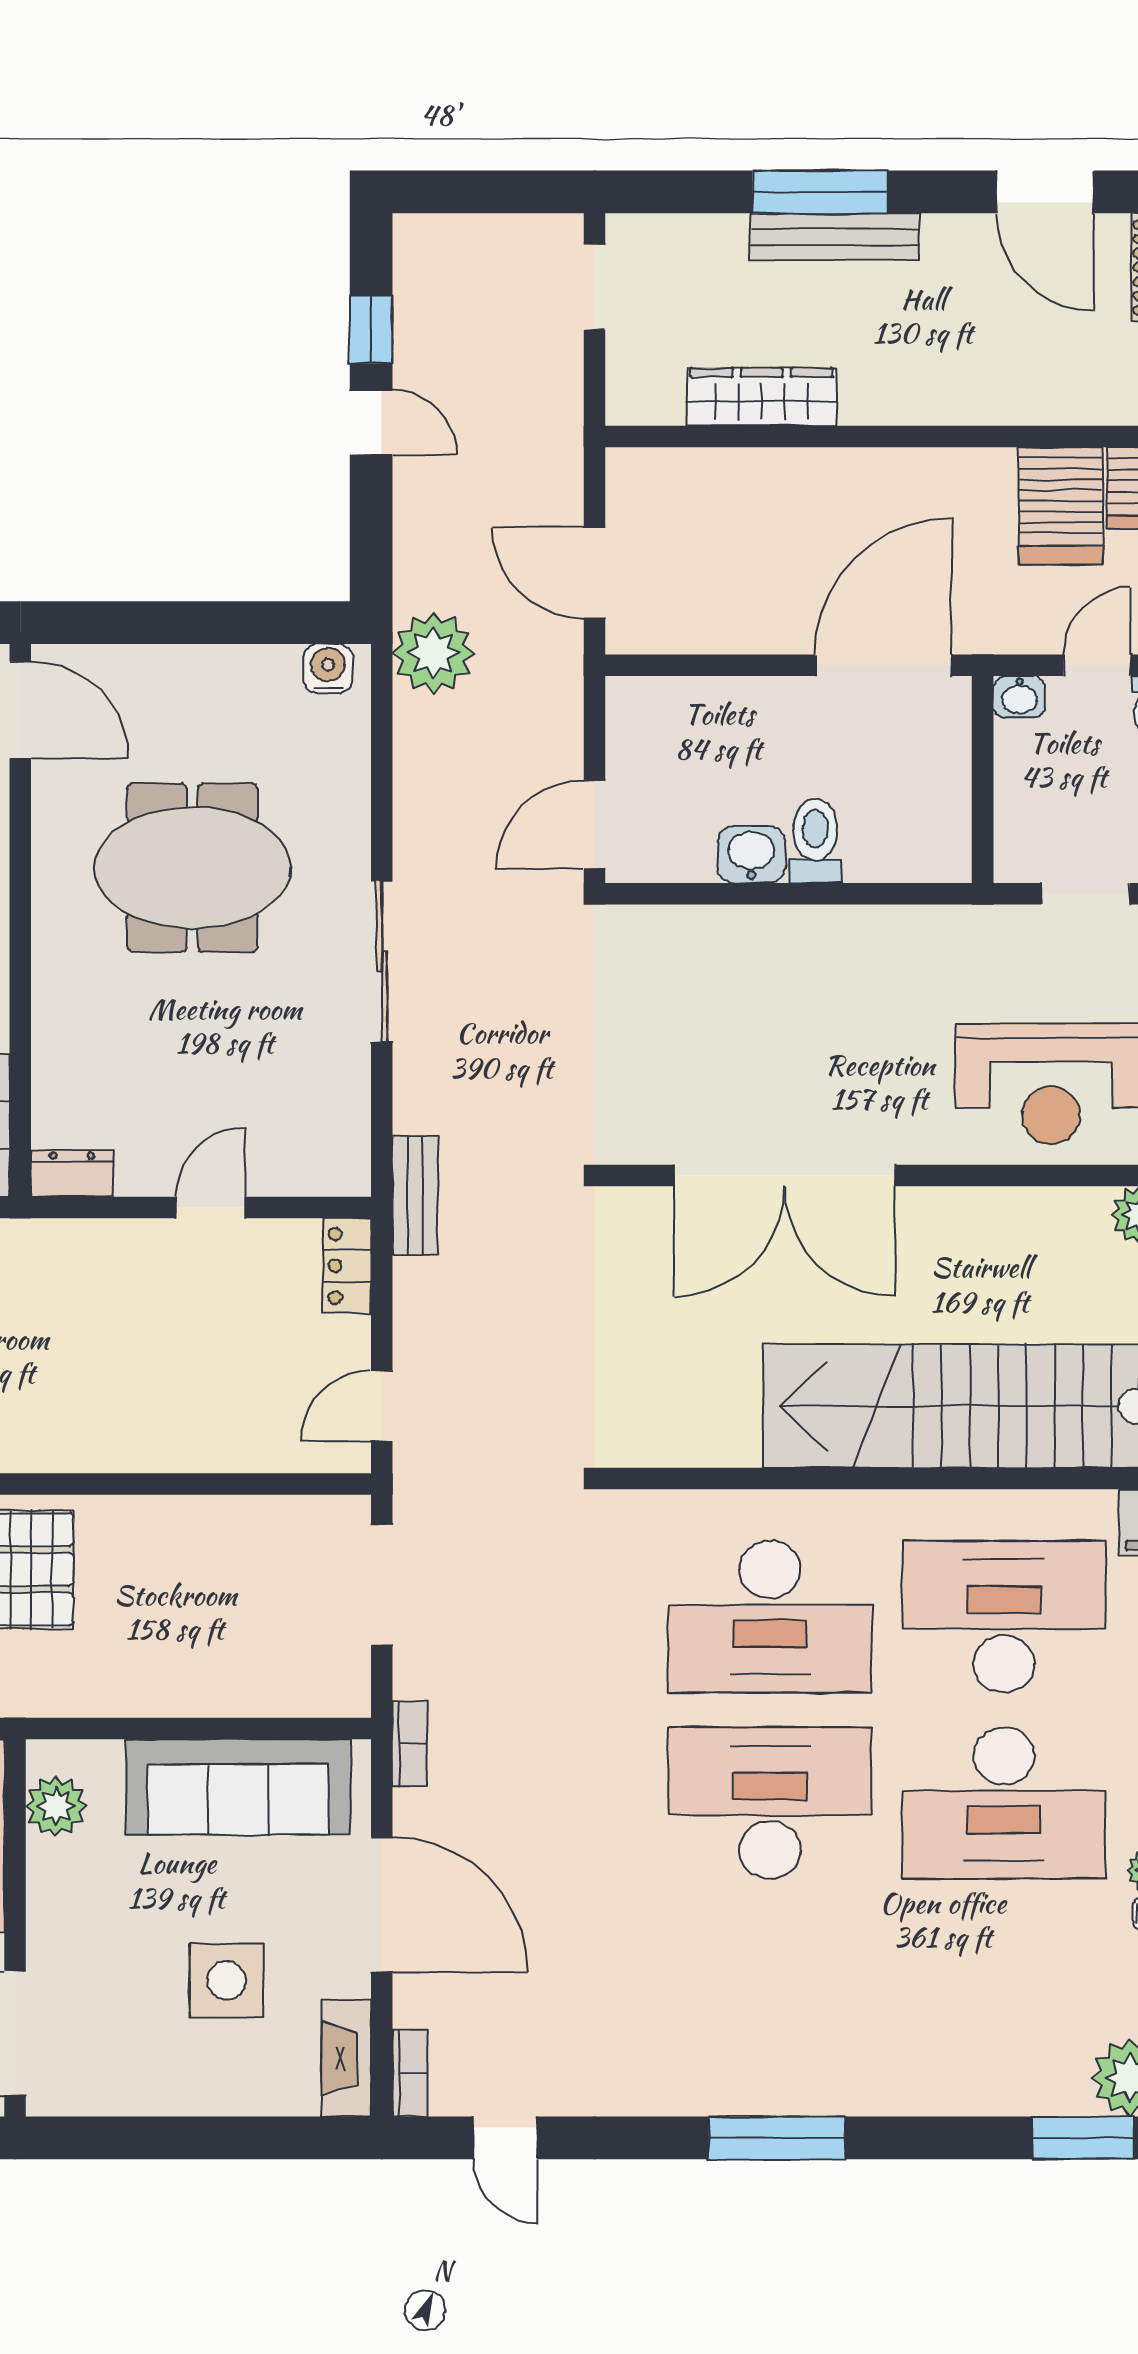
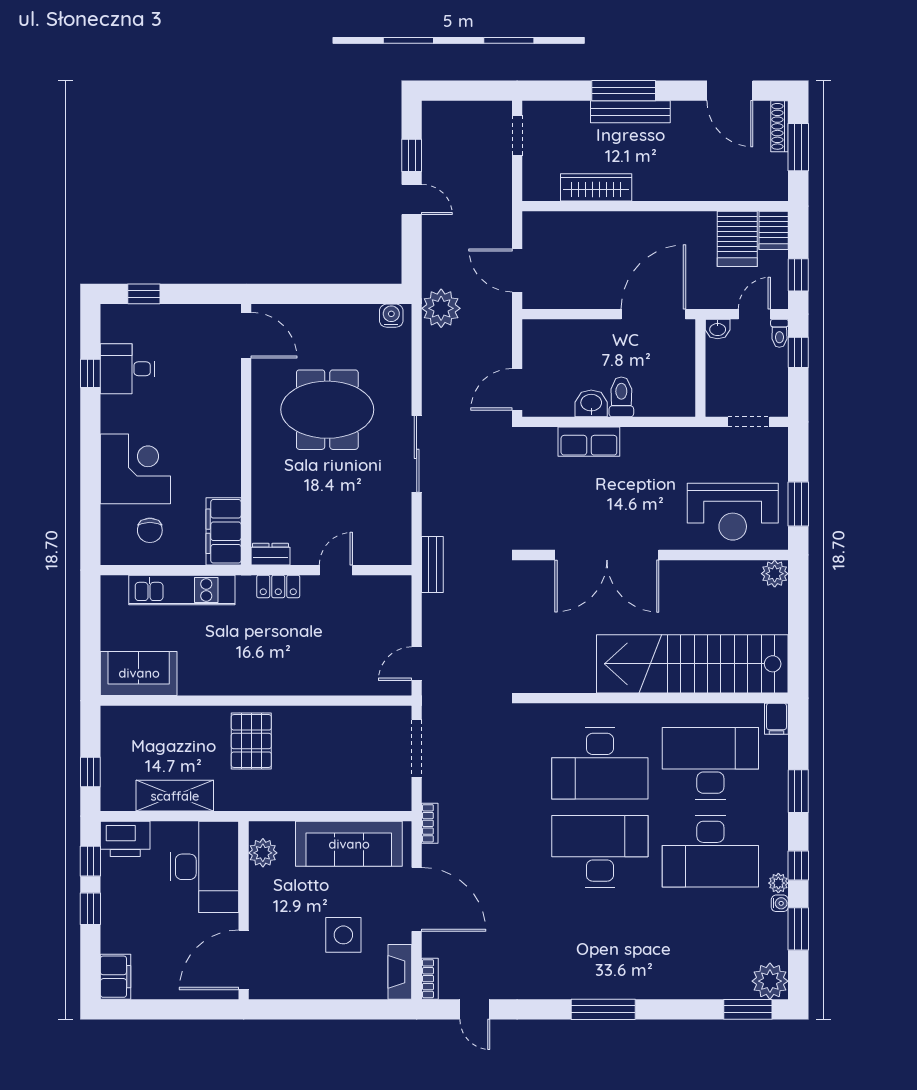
row of seats: (747, 936) -> (589, 442), added
locker: (347, 1266) -> (278, 586), moved, turned -90

